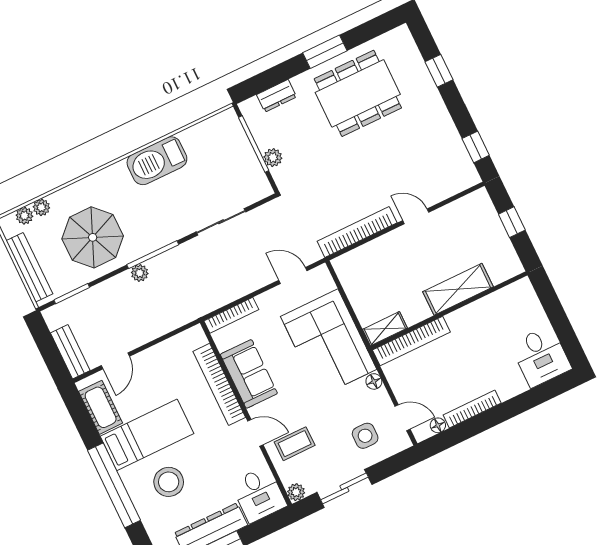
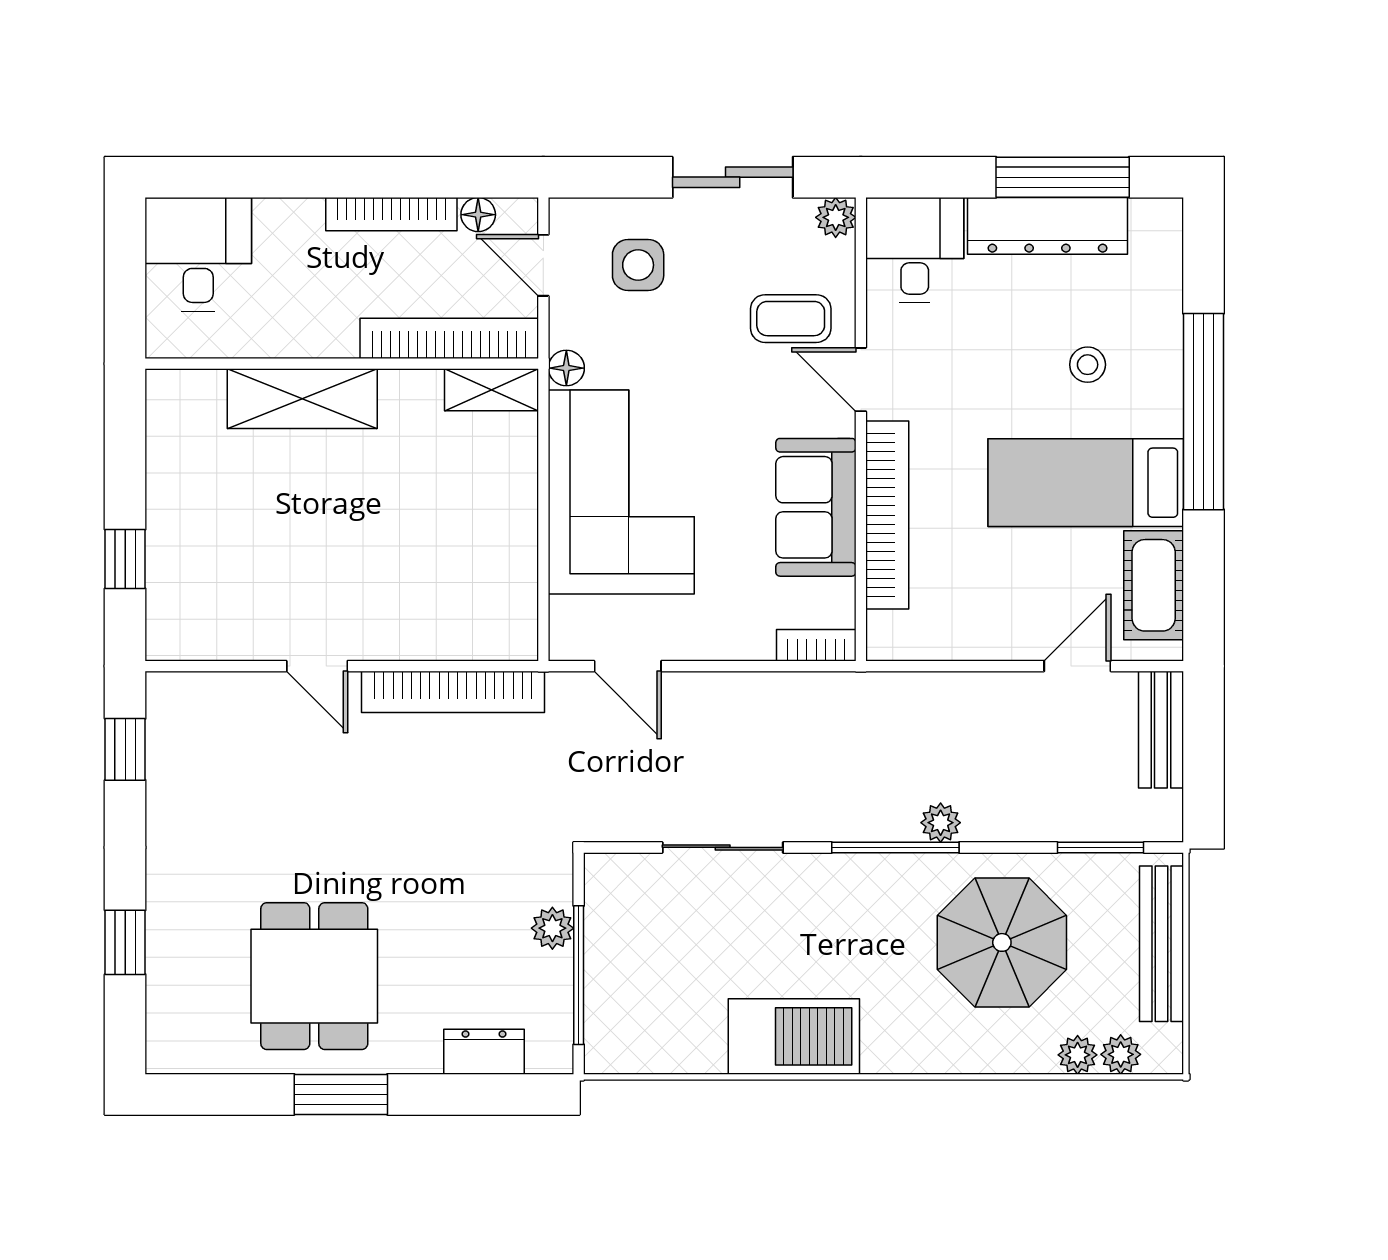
dining table: (358, 93) -> (314, 976), width x0.73
shelving: (458, 289) -> (302, 399), moved
wall: (449, 311) -> (342, 364), moved
bookcase: (231, 315) -> (816, 645), width x0.64
shelving: (385, 329) -> (491, 390), moved
bookcase: (411, 341) -> (449, 338), moved
stool: (169, 482) -> (1088, 365), width x0.53, depth x0.53

